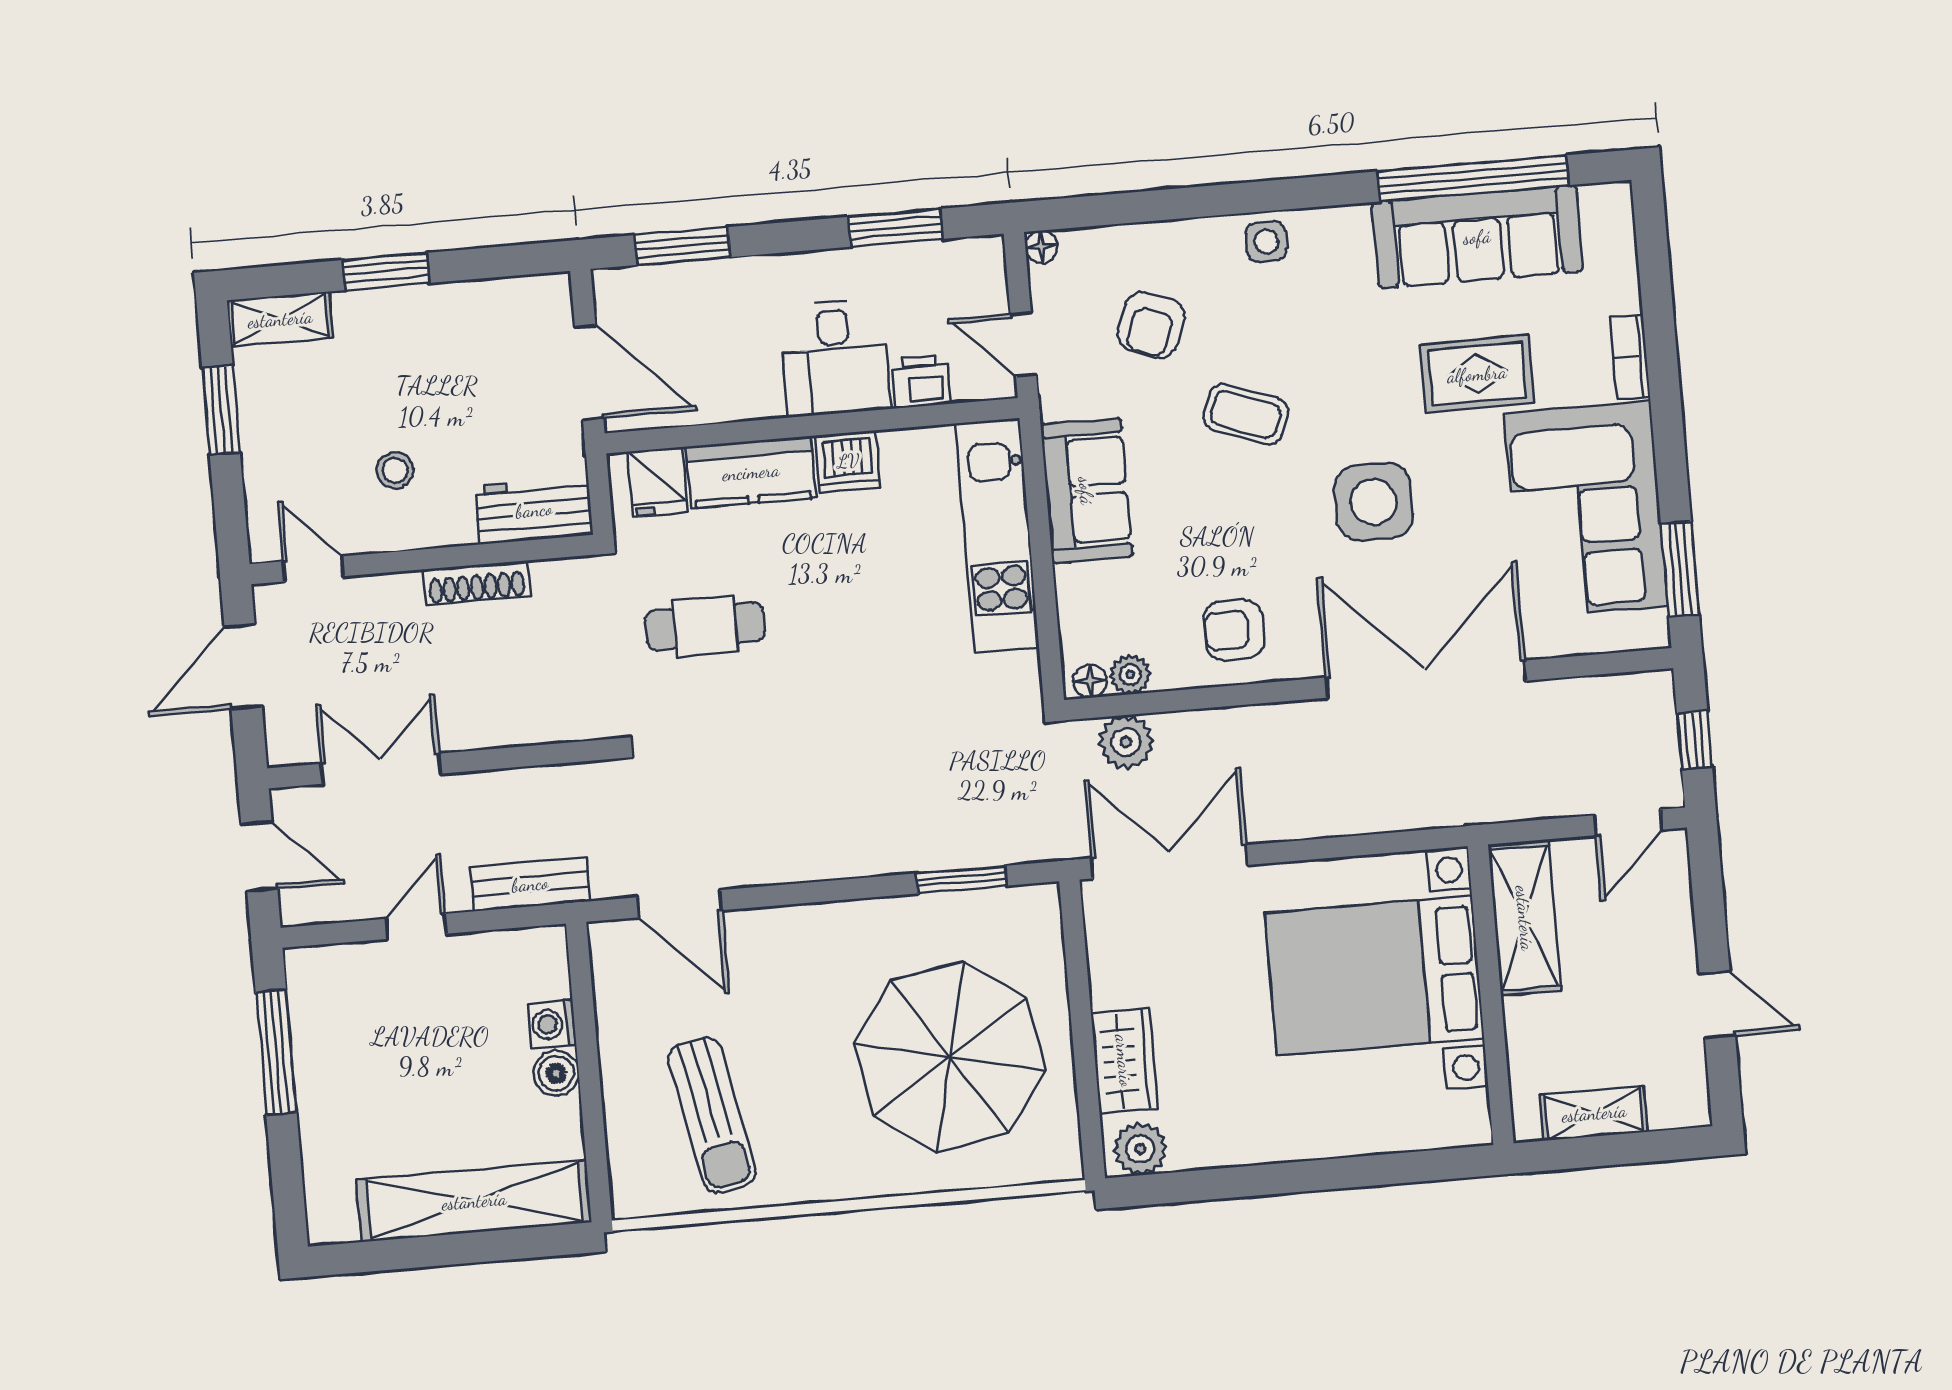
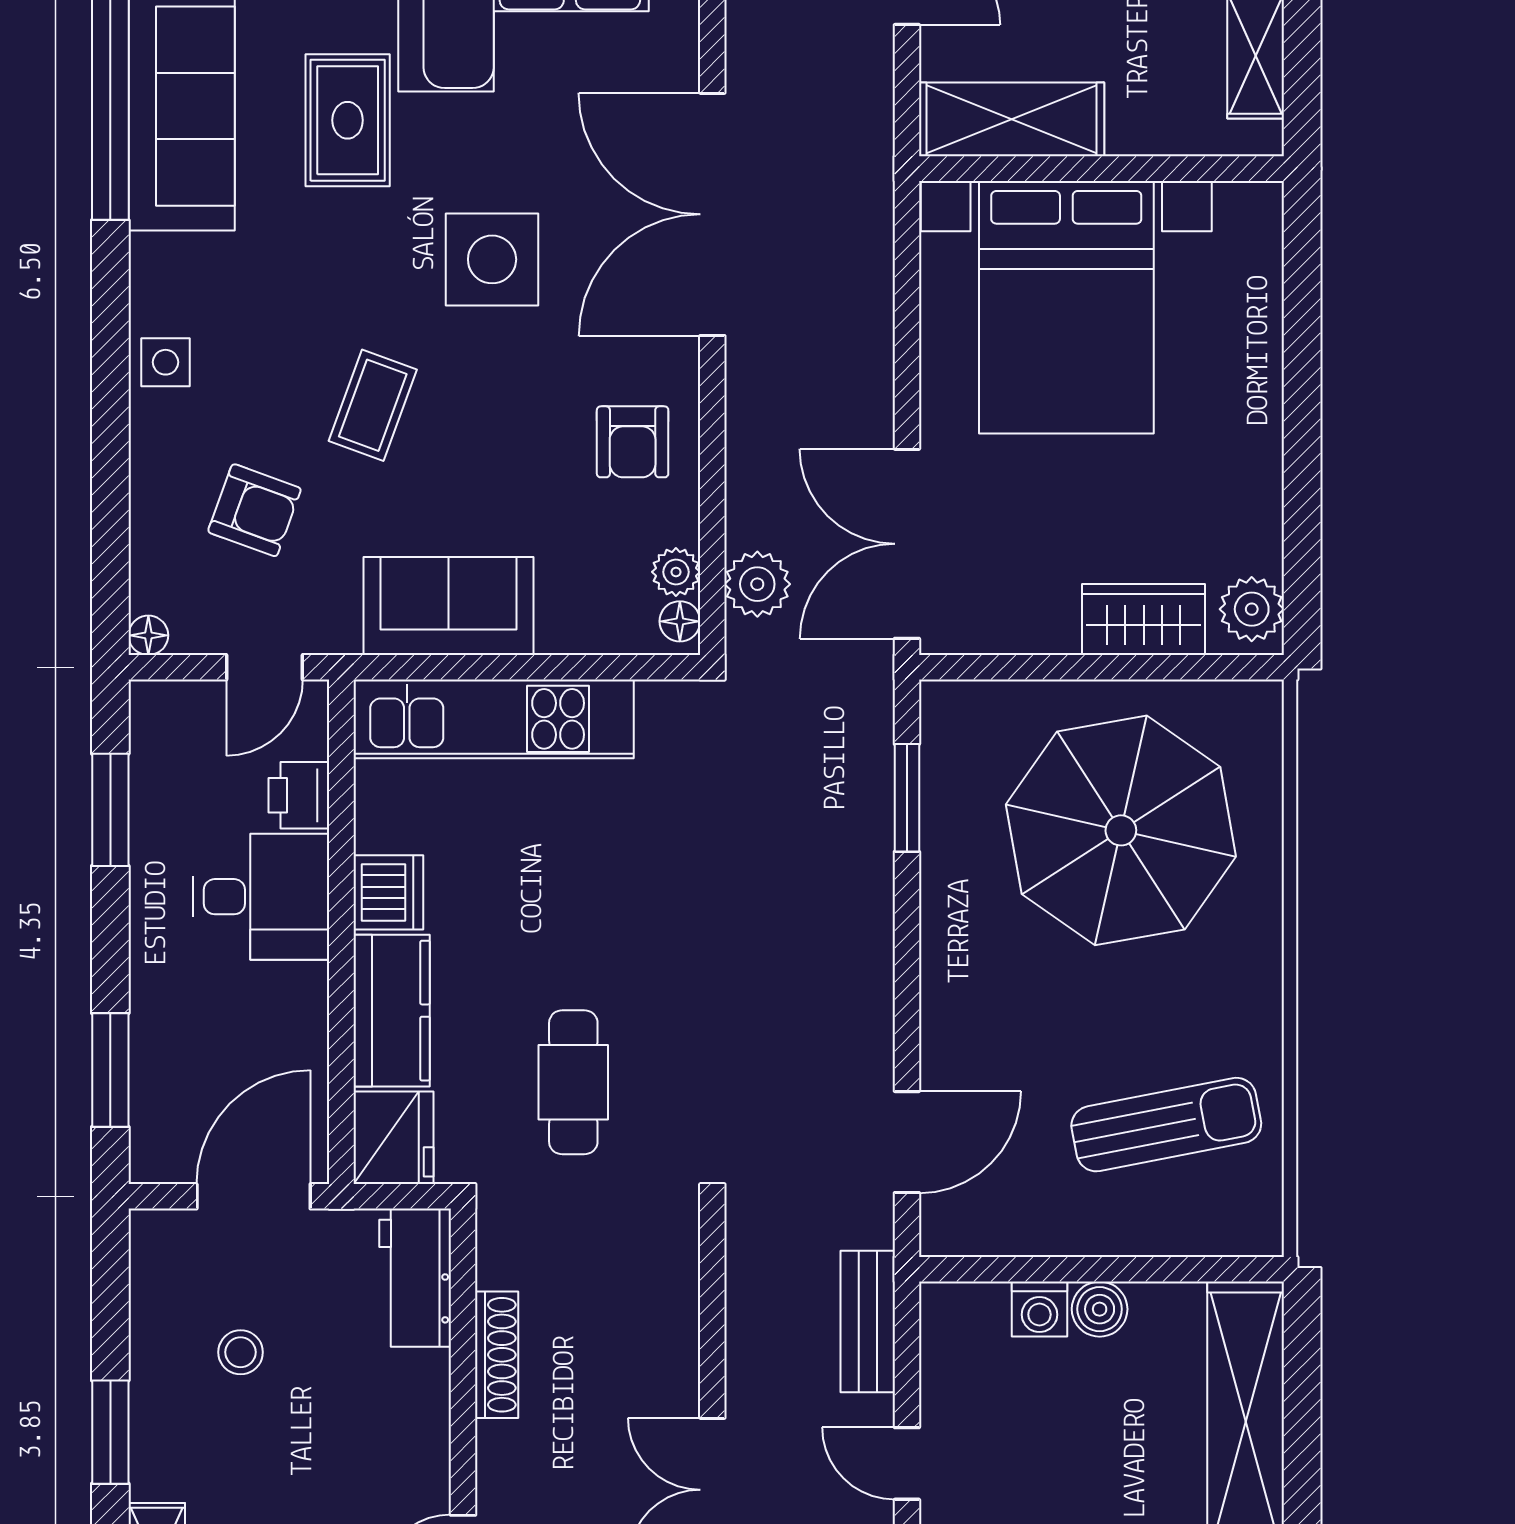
stool: (395, 470) -> (241, 1352), moved
fridge: (657, 482) -> (393, 1138), width x1.38

